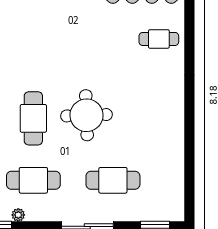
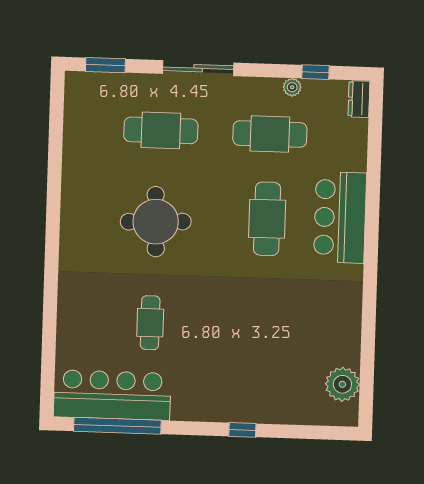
cafe table: (159, 39) -> (150, 323), moved, turned 90
round table: (86, 115) -> (156, 222), moved

